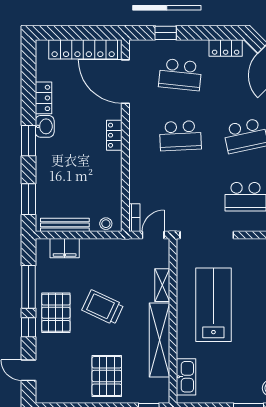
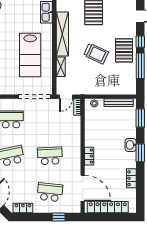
washbasin: (45, 126) -> (131, 145), moved
filing cabinet: (65, 248) -> (119, 89), removed

